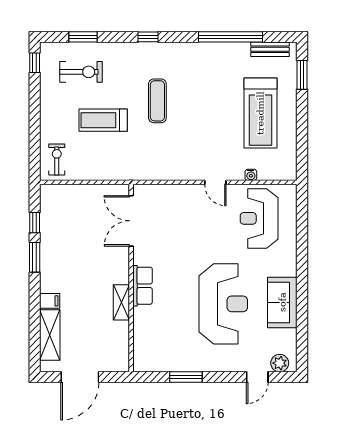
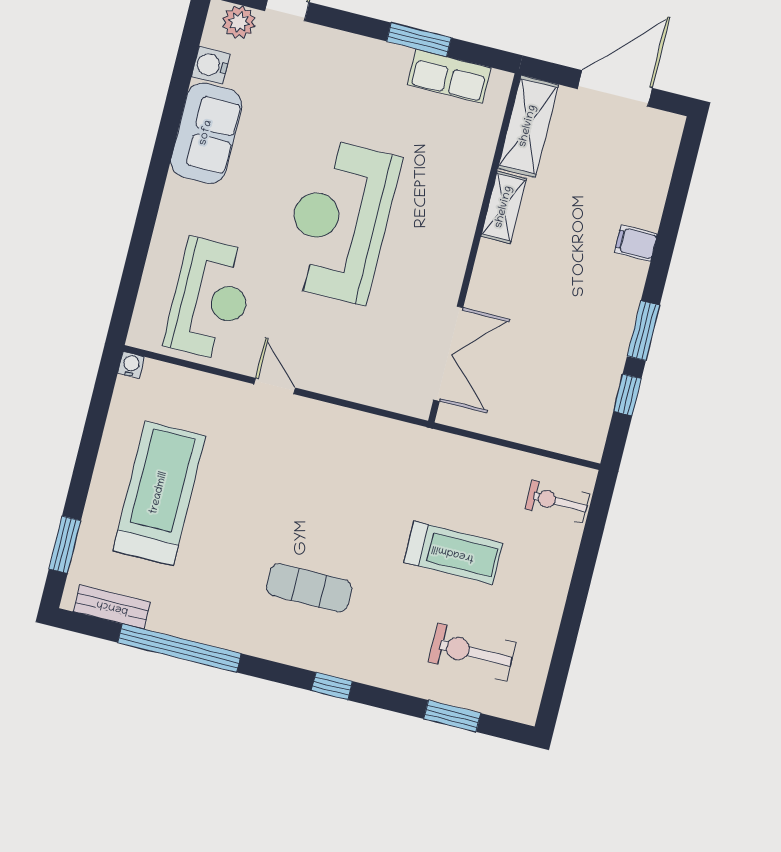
window: (35, 63) -> (554, 691), removed
exercise mat: (157, 101) -> (309, 588), moved, turned 90
exercise bike: (57, 159) -> (557, 501), turned 90
water cooler: (251, 175) -> (131, 365), moved
row of seats: (142, 286) -> (449, 76), moved, turned -90
reception desk: (223, 304) -> (340, 221), moved
shelving: (50, 335) -> (528, 126), moved
water cooler: (289, 338) -> (211, 65), added

